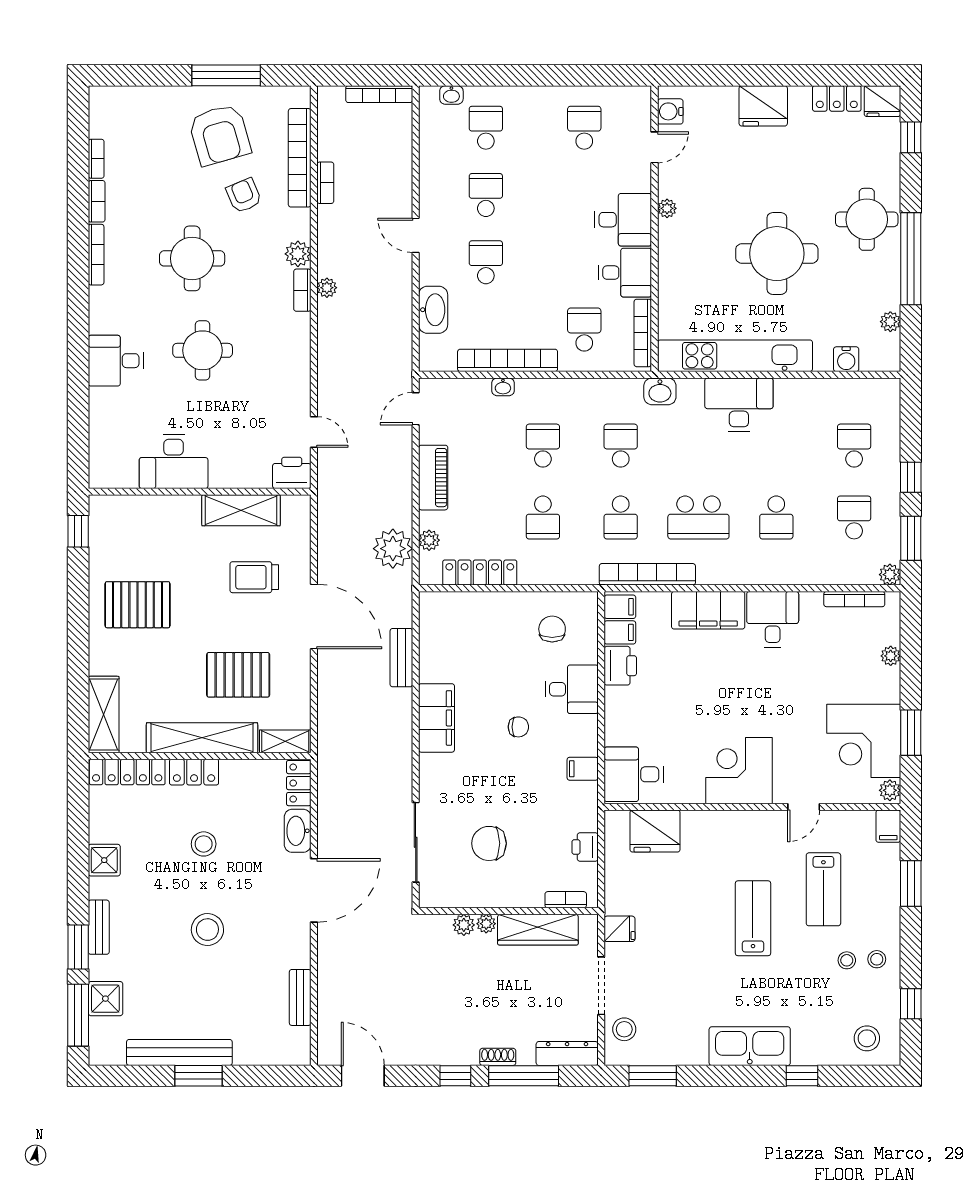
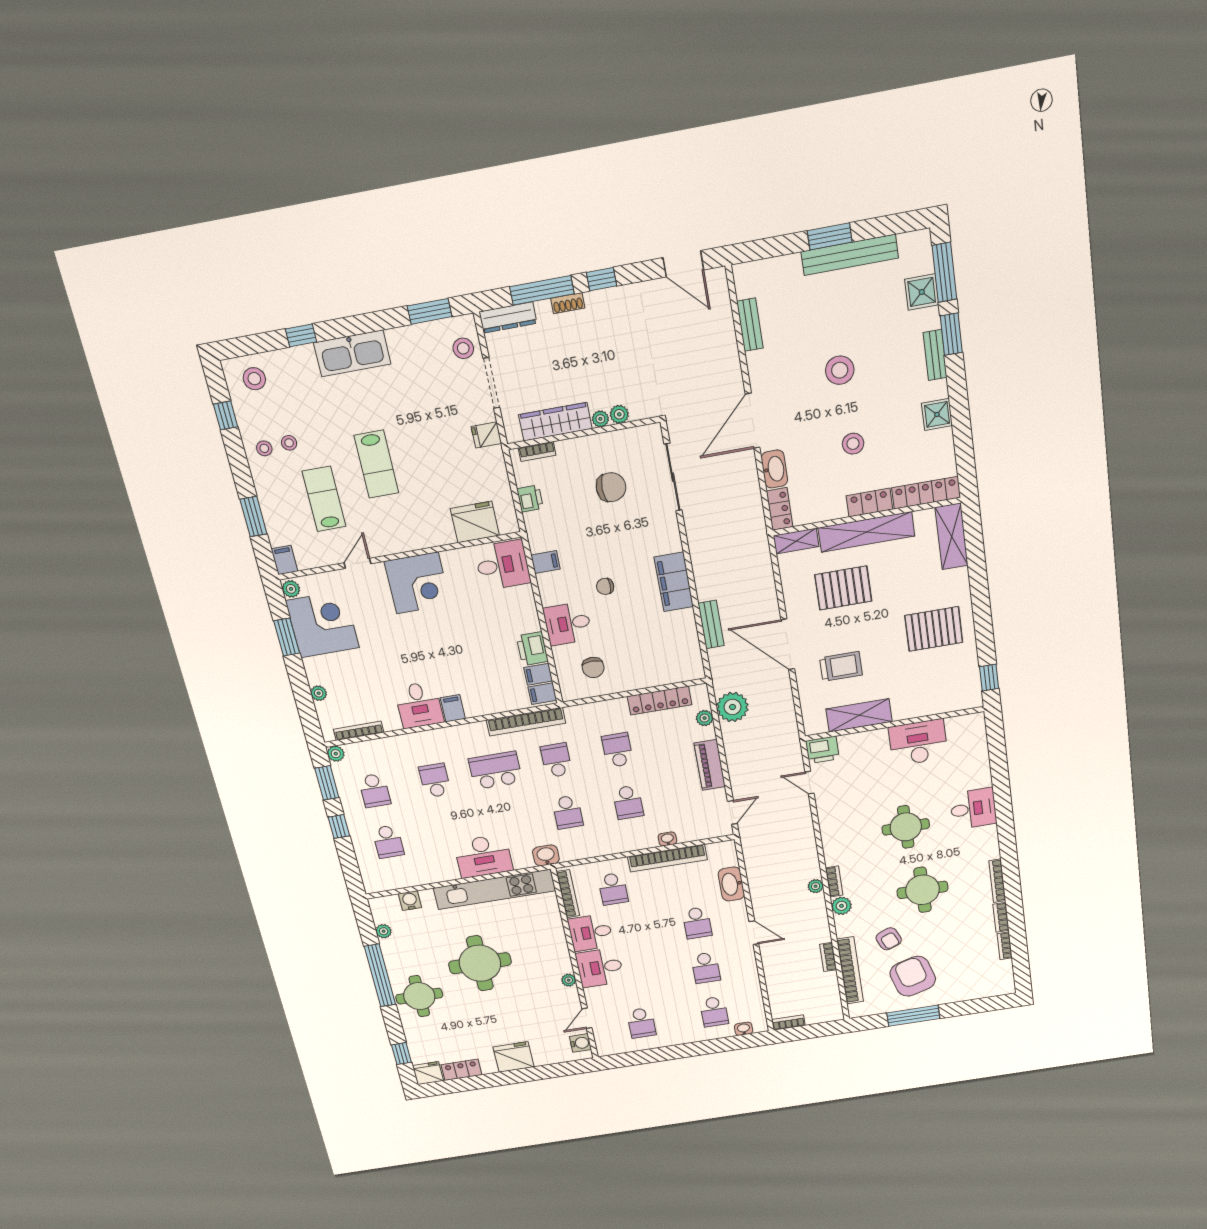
bookcase: (379, 94) -> (788, 1022), width x0.64
filing cabinet: (708, 610) -> (453, 708), width x0.33, depth x0.86

